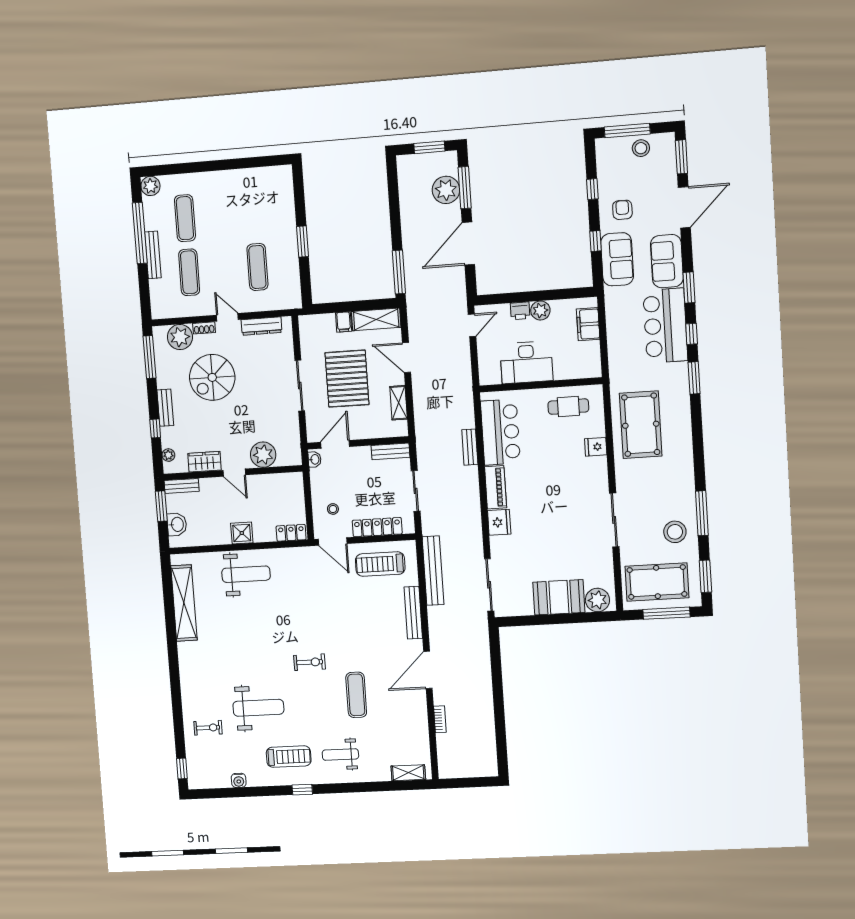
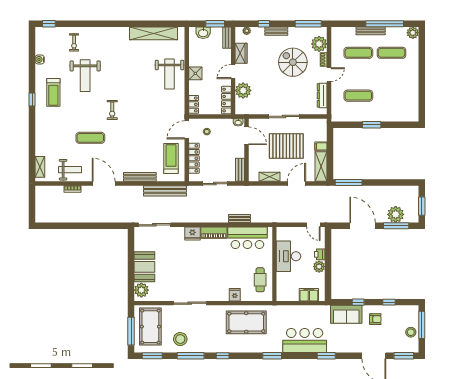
sofa: (667, 261) -> (343, 344), removed
window: (692, 334) -> (223, 356), moved
locker: (280, 481) -> (226, 100), added
weight bench: (340, 755) -> (70, 170), moved, turned 90

